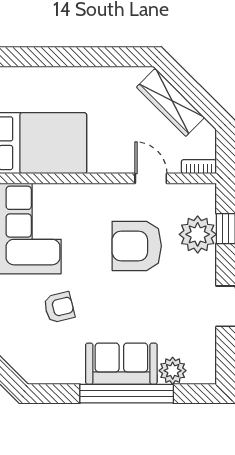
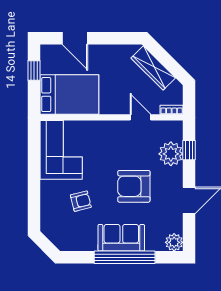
door: (50, 57) -> (75, 38), added
armchair: (137, 246) -> (134, 186), moved
plant: (173, 371) -> (174, 242), moved

